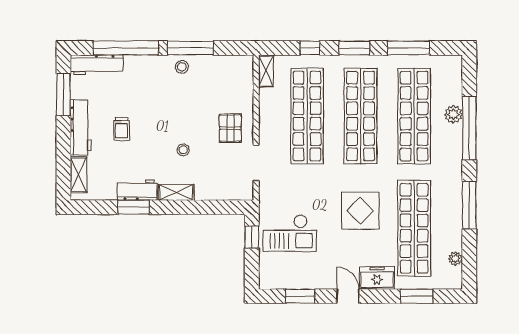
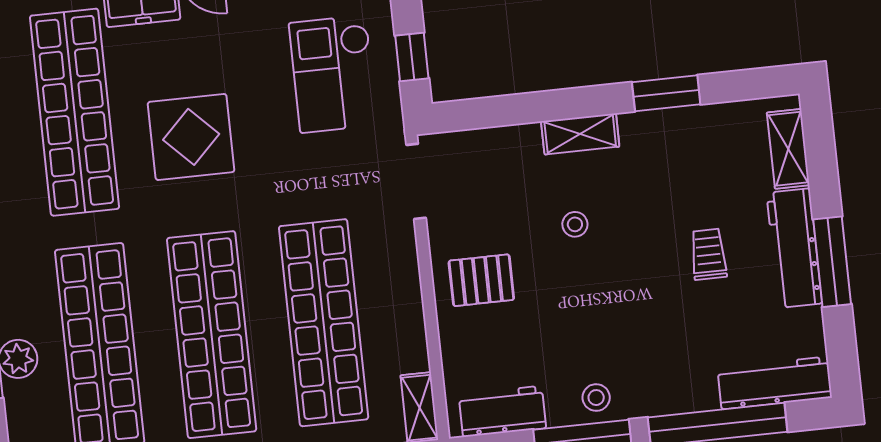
window: (63, 95) -> (832, 262), moved
pallet: (230, 128) -> (481, 280), turned 90
doorway: (256, 163) -> (416, 181), moved
workbench: (137, 190) -> (502, 411), moved, turned 180
checkout: (290, 233) -> (333, 74), turned -90

